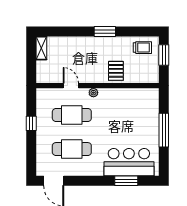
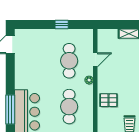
cafe table: (72, 149) -> (69, 107), moved
window: (126, 181) -> (10, 109), width x1.44

